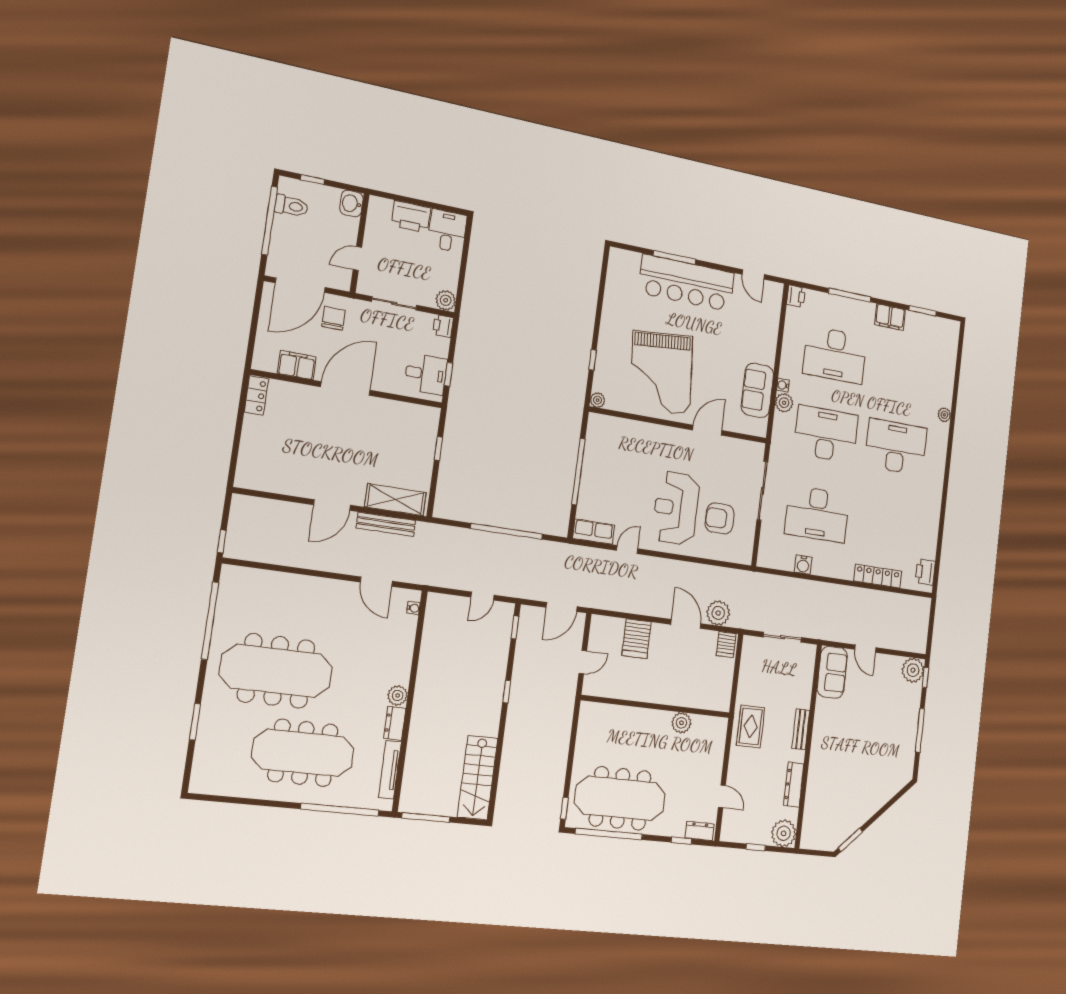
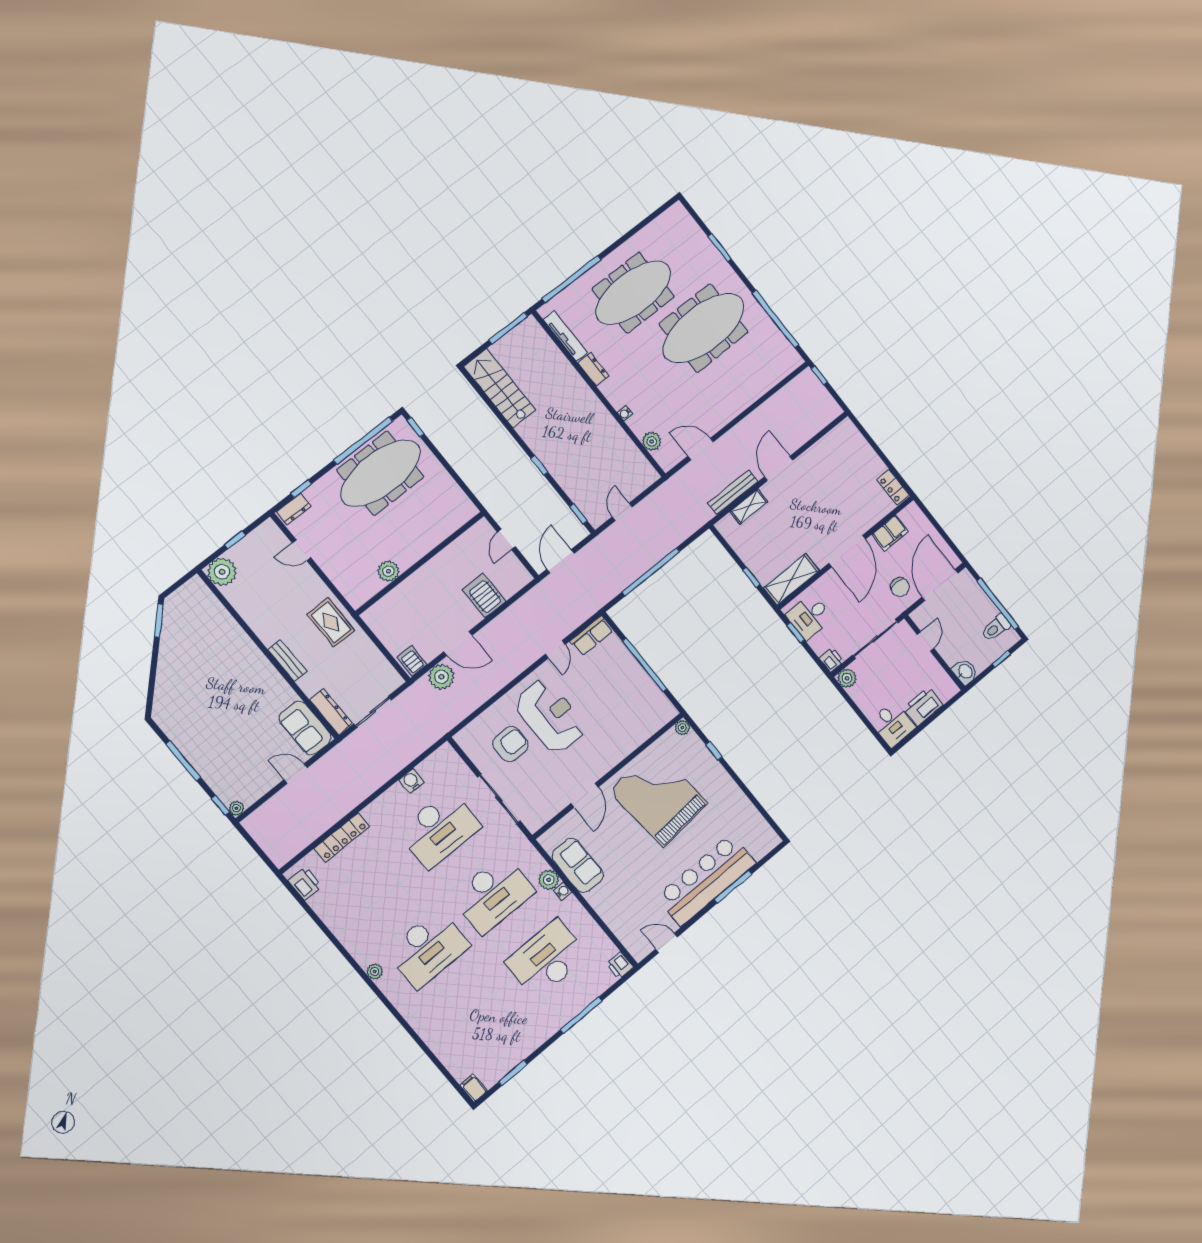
sliding door: (394, 303) -> (875, 639), width x1.37
filing cabinet: (890, 317) -> (474, 1088), moved, width x0.50
shelving: (410, 415) -> (792, 579), added
plant: (944, 415) -> (375, 971), moved
shelving: (395, 500) -> (749, 507), width x0.67, depth x0.75
desk: (817, 514) -> (439, 829), turned 180
water cooler: (413, 608) -> (625, 413), moved
plant: (913, 670) -> (236, 808), width x0.53, depth x0.53
plant: (398, 695) -> (652, 441), moved
dresser: (794, 785) -> (331, 712), moved

